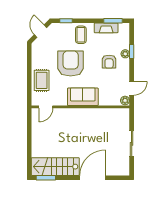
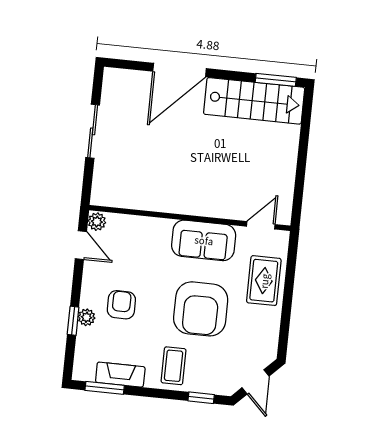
door: (132, 88) -> (81, 245), swing flipped
sofa: (83, 97) -> (204, 240), moved

